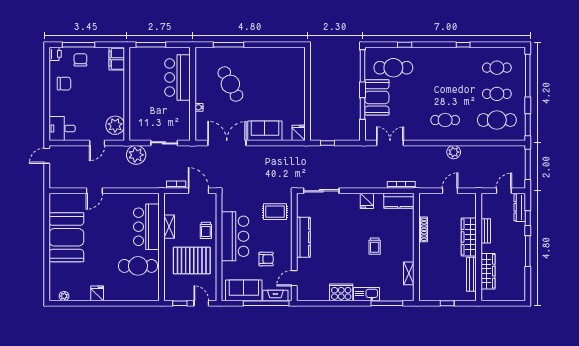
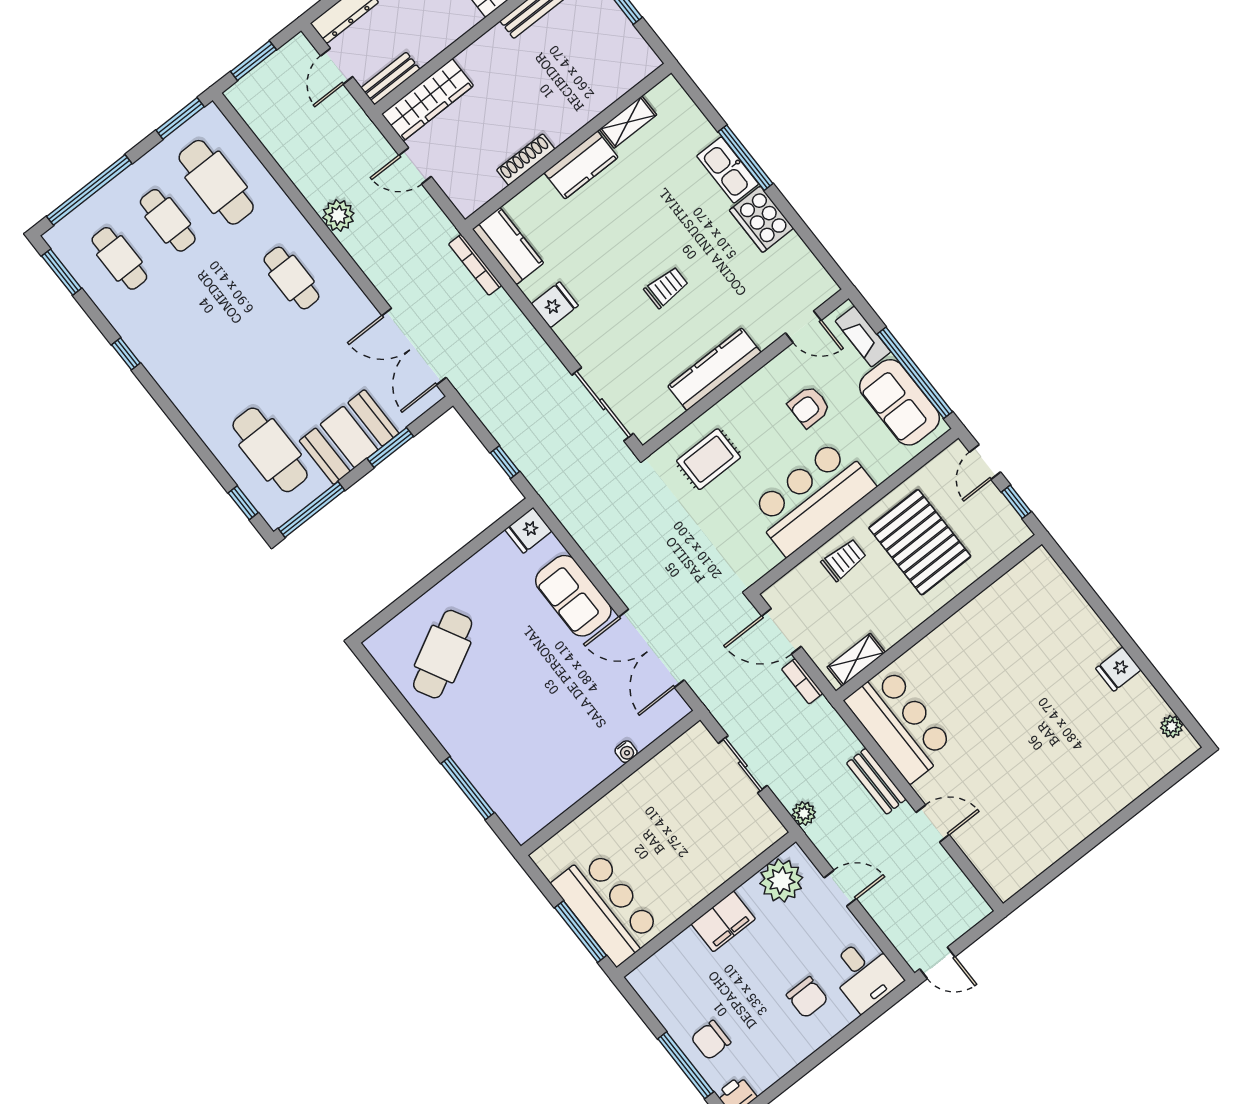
window: (405, 45) -> (243, 503), moved
window: (507, 45) -> (62, 272), added
filing cabinet: (117, 59) -> (723, 921), moved
bar counter: (178, 78) -> (607, 907), moved, turned -90
chair: (64, 84) -> (807, 997), moved, turned 180
cafe table: (230, 84) -> (443, 654), moved
double door: (390, 143) -> (414, 347), width x1.37
plant: (136, 155) -> (804, 813), width x0.53, depth x0.53
window: (528, 164) -> (253, 61), width x0.69
bench: (123, 183) -> (876, 781), added
door: (198, 191) -> (781, 631), hinge flipped
door: (504, 191) -> (337, 66), hinge flipped
rug: (275, 212) -> (709, 459), turned 90
bar counter: (146, 227) -> (900, 724), moved, turned -90
shelving: (169, 227) -> (856, 660), moved
bench: (486, 231) -> (390, 78), moved
booth: (66, 237) -> (1060, 808), removed
wardrobe: (469, 237) -> (428, 100), moved
trolley: (375, 246) -> (666, 287), moved
kitchen counter: (407, 246) -> (581, 165), added
armchair: (266, 259) -> (809, 407), turned -90
cafe table: (138, 266) -> (1008, 634), removed
window: (266, 303) -> (915, 373), moved
window: (387, 303) -> (745, 158), moved

